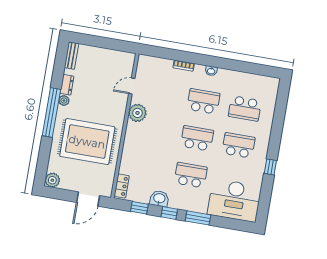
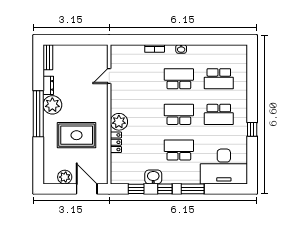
plant: (64, 101) -> (52, 105), width x1.88, depth x1.88
plant: (137, 113) -> (119, 122), moved
rug: (87, 142) -> (77, 135), width x0.73, depth x0.69
school desk: (238, 145) -> (219, 114), turned 180
plant: (52, 180) -> (65, 177), moved
locker: (122, 186) -> (116, 142), moved
door: (88, 199) -> (87, 189), swing flipped

